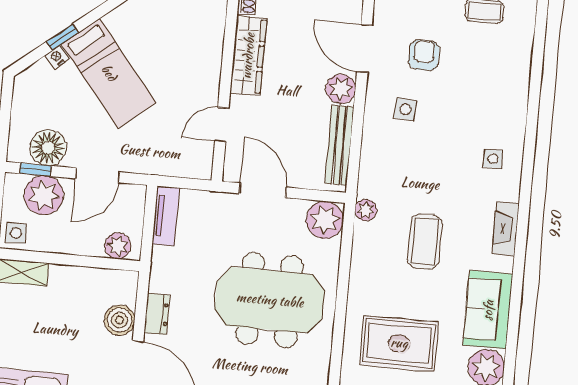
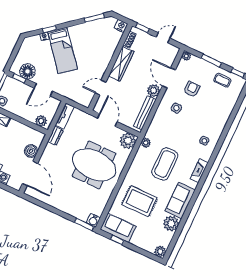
plant: (44, 195) -> (19, 90), removed
coffee table: (425, 241) -> (165, 164), width x1.36, depth x1.32
dresser: (157, 314) -> (55, 136), moved

